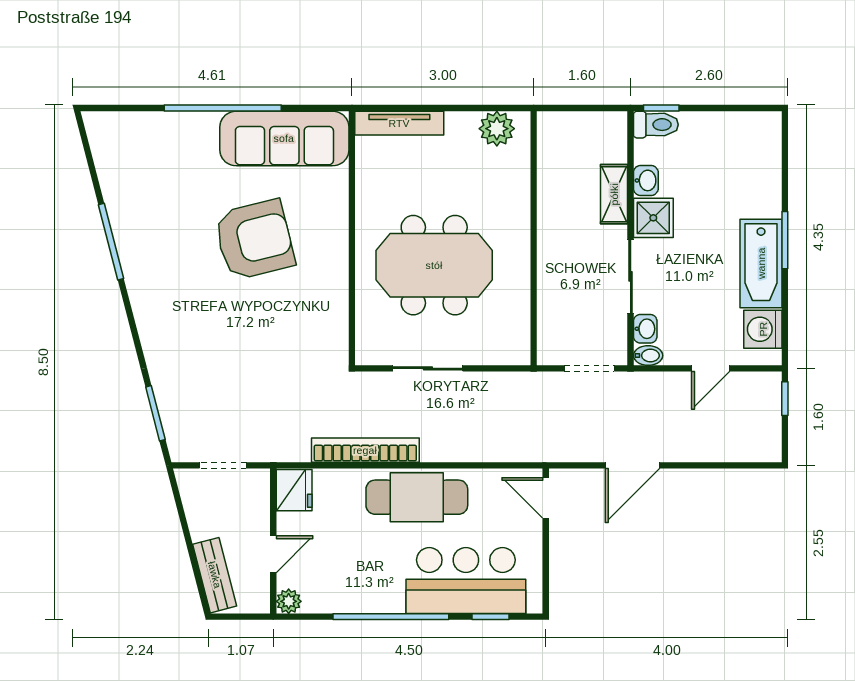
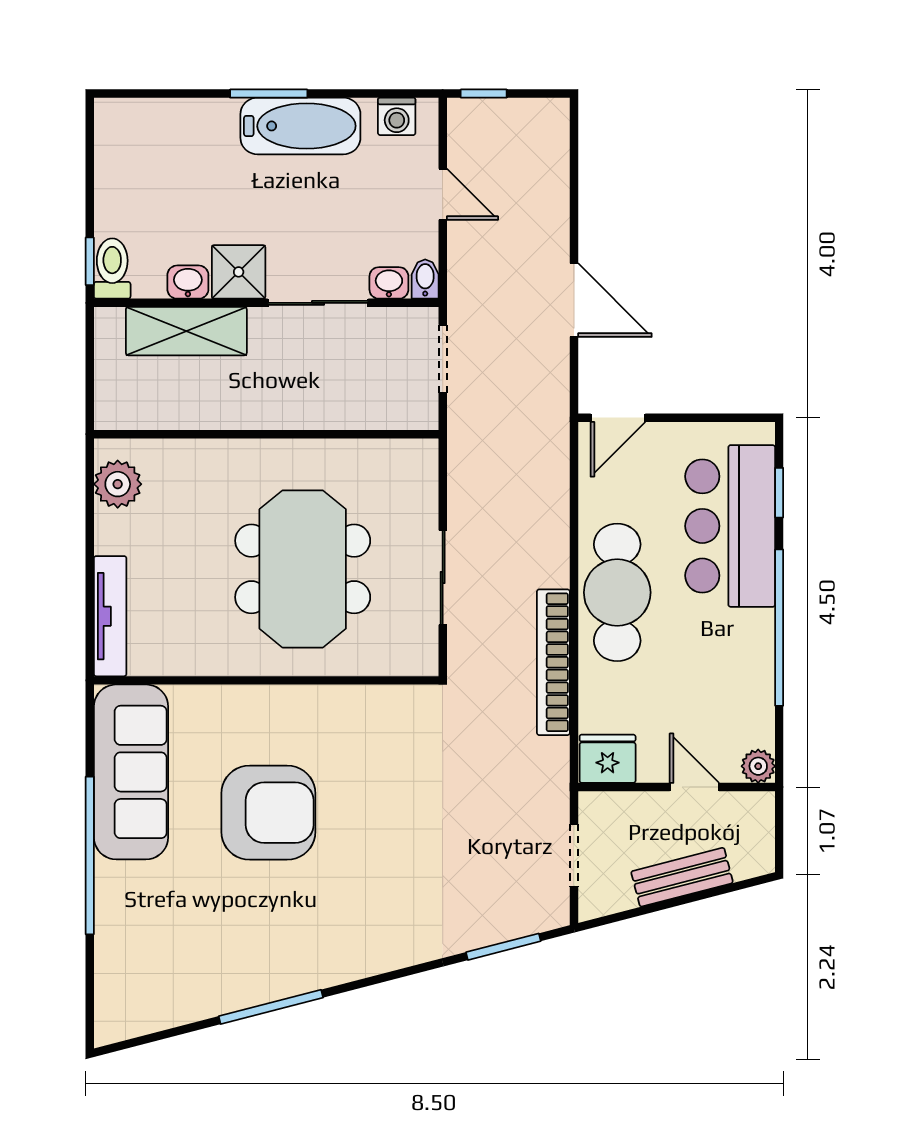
shelving: (614, 194) -> (186, 331), width x1.50, depth x1.33
armchair: (254, 240) -> (268, 813), turned 104
washing machine: (763, 329) -> (397, 116), width x0.73, depth x0.73
bench: (215, 575) -> (682, 877), moved

